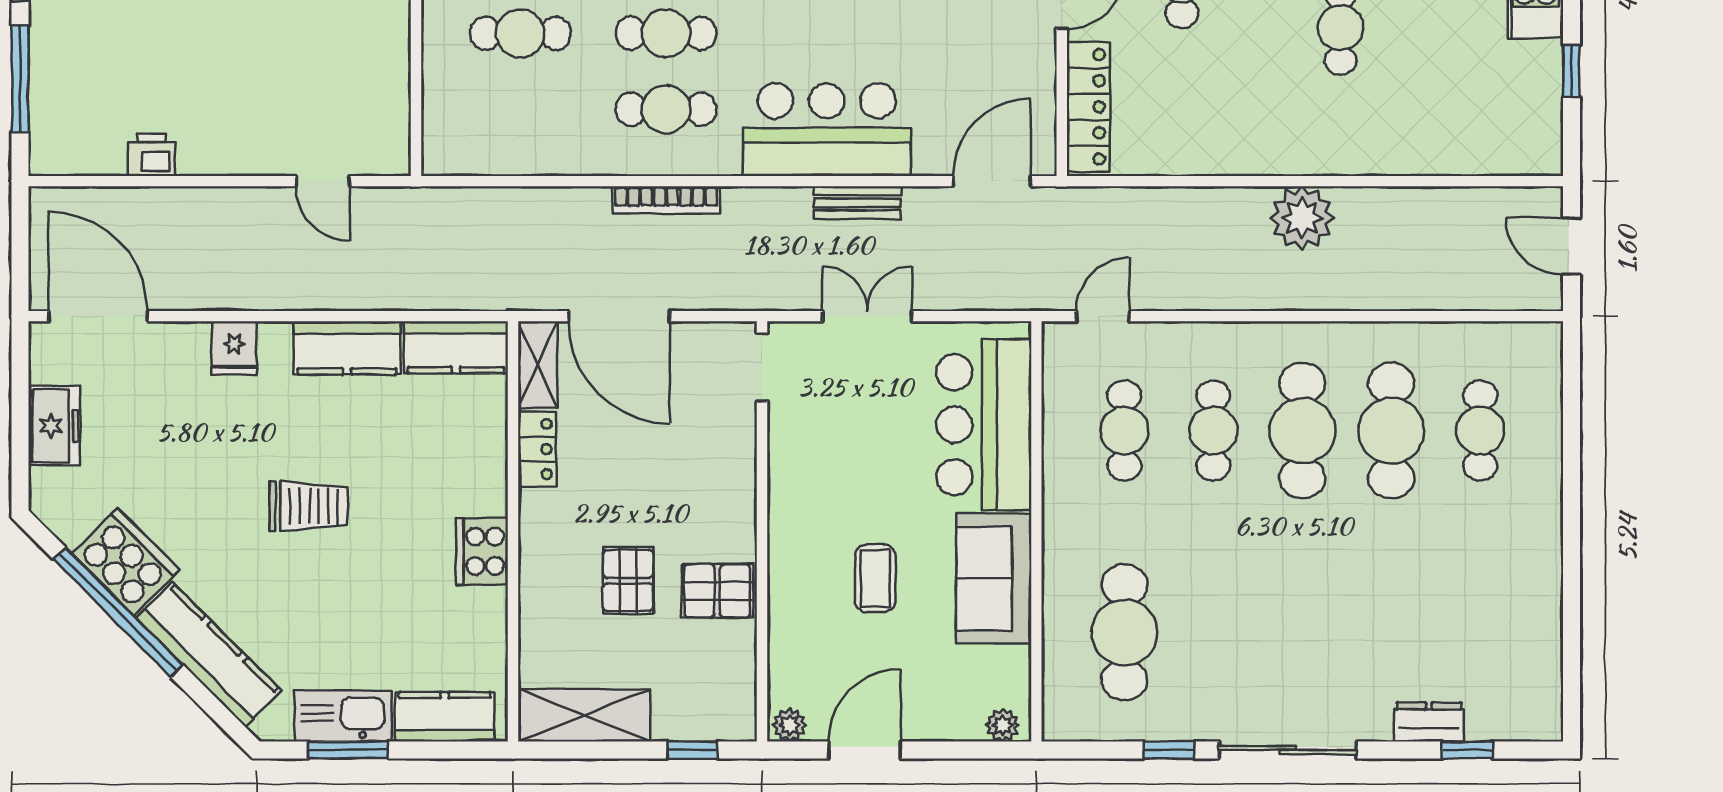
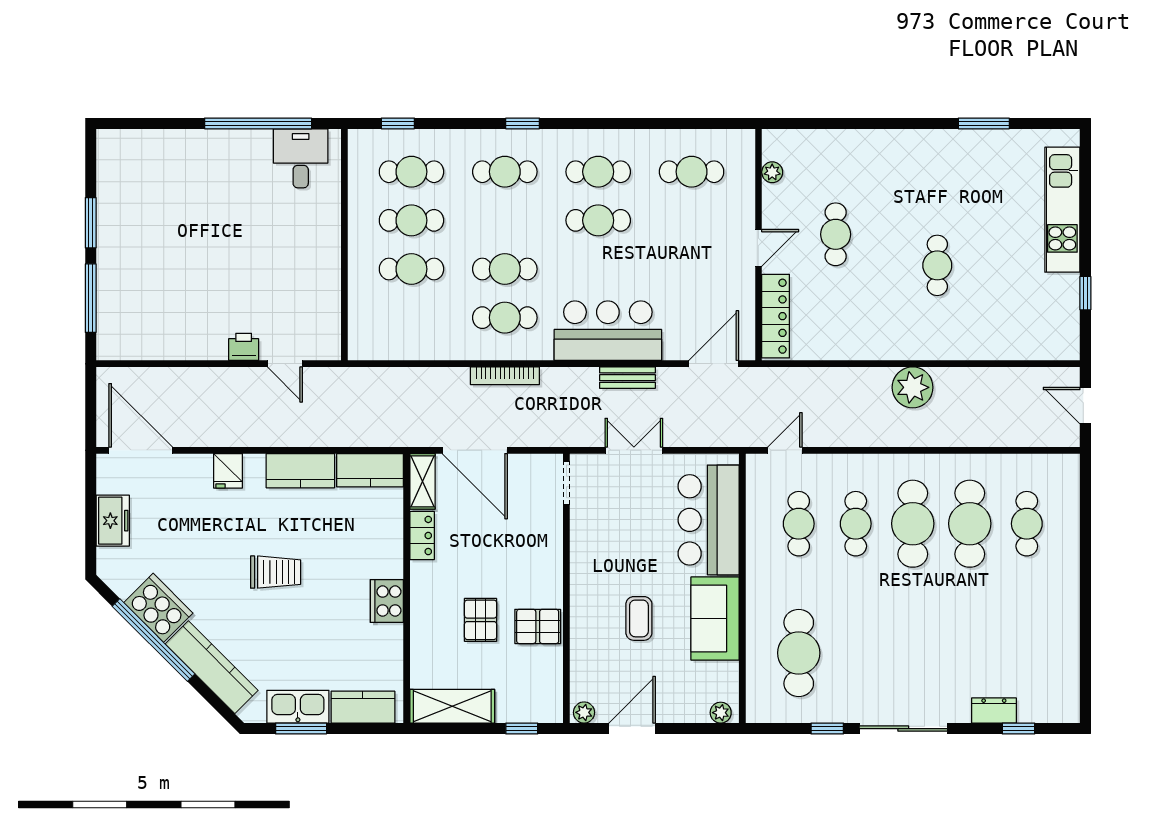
printer: (151, 155) -> (244, 347), moved

